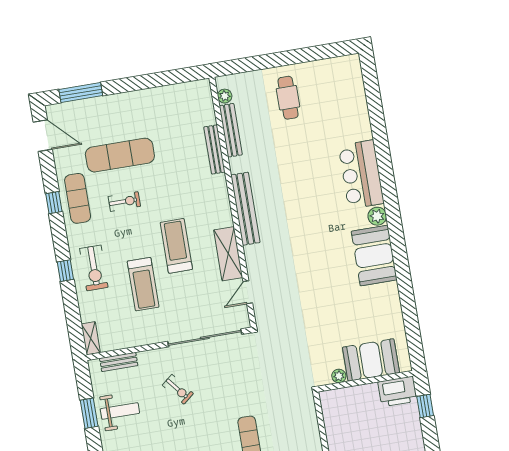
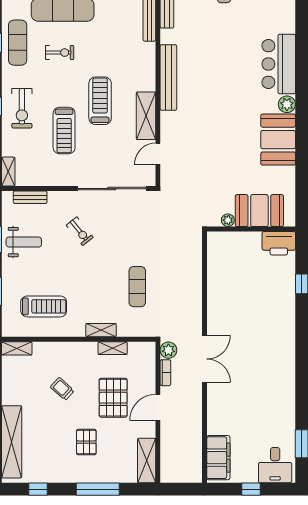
booth: (371, 360) -> (259, 211), moved
plant: (339, 376) -> (228, 220), moved
wall: (365, 381) -> (251, 229), moved
printer: (398, 391) -> (279, 243), moved

